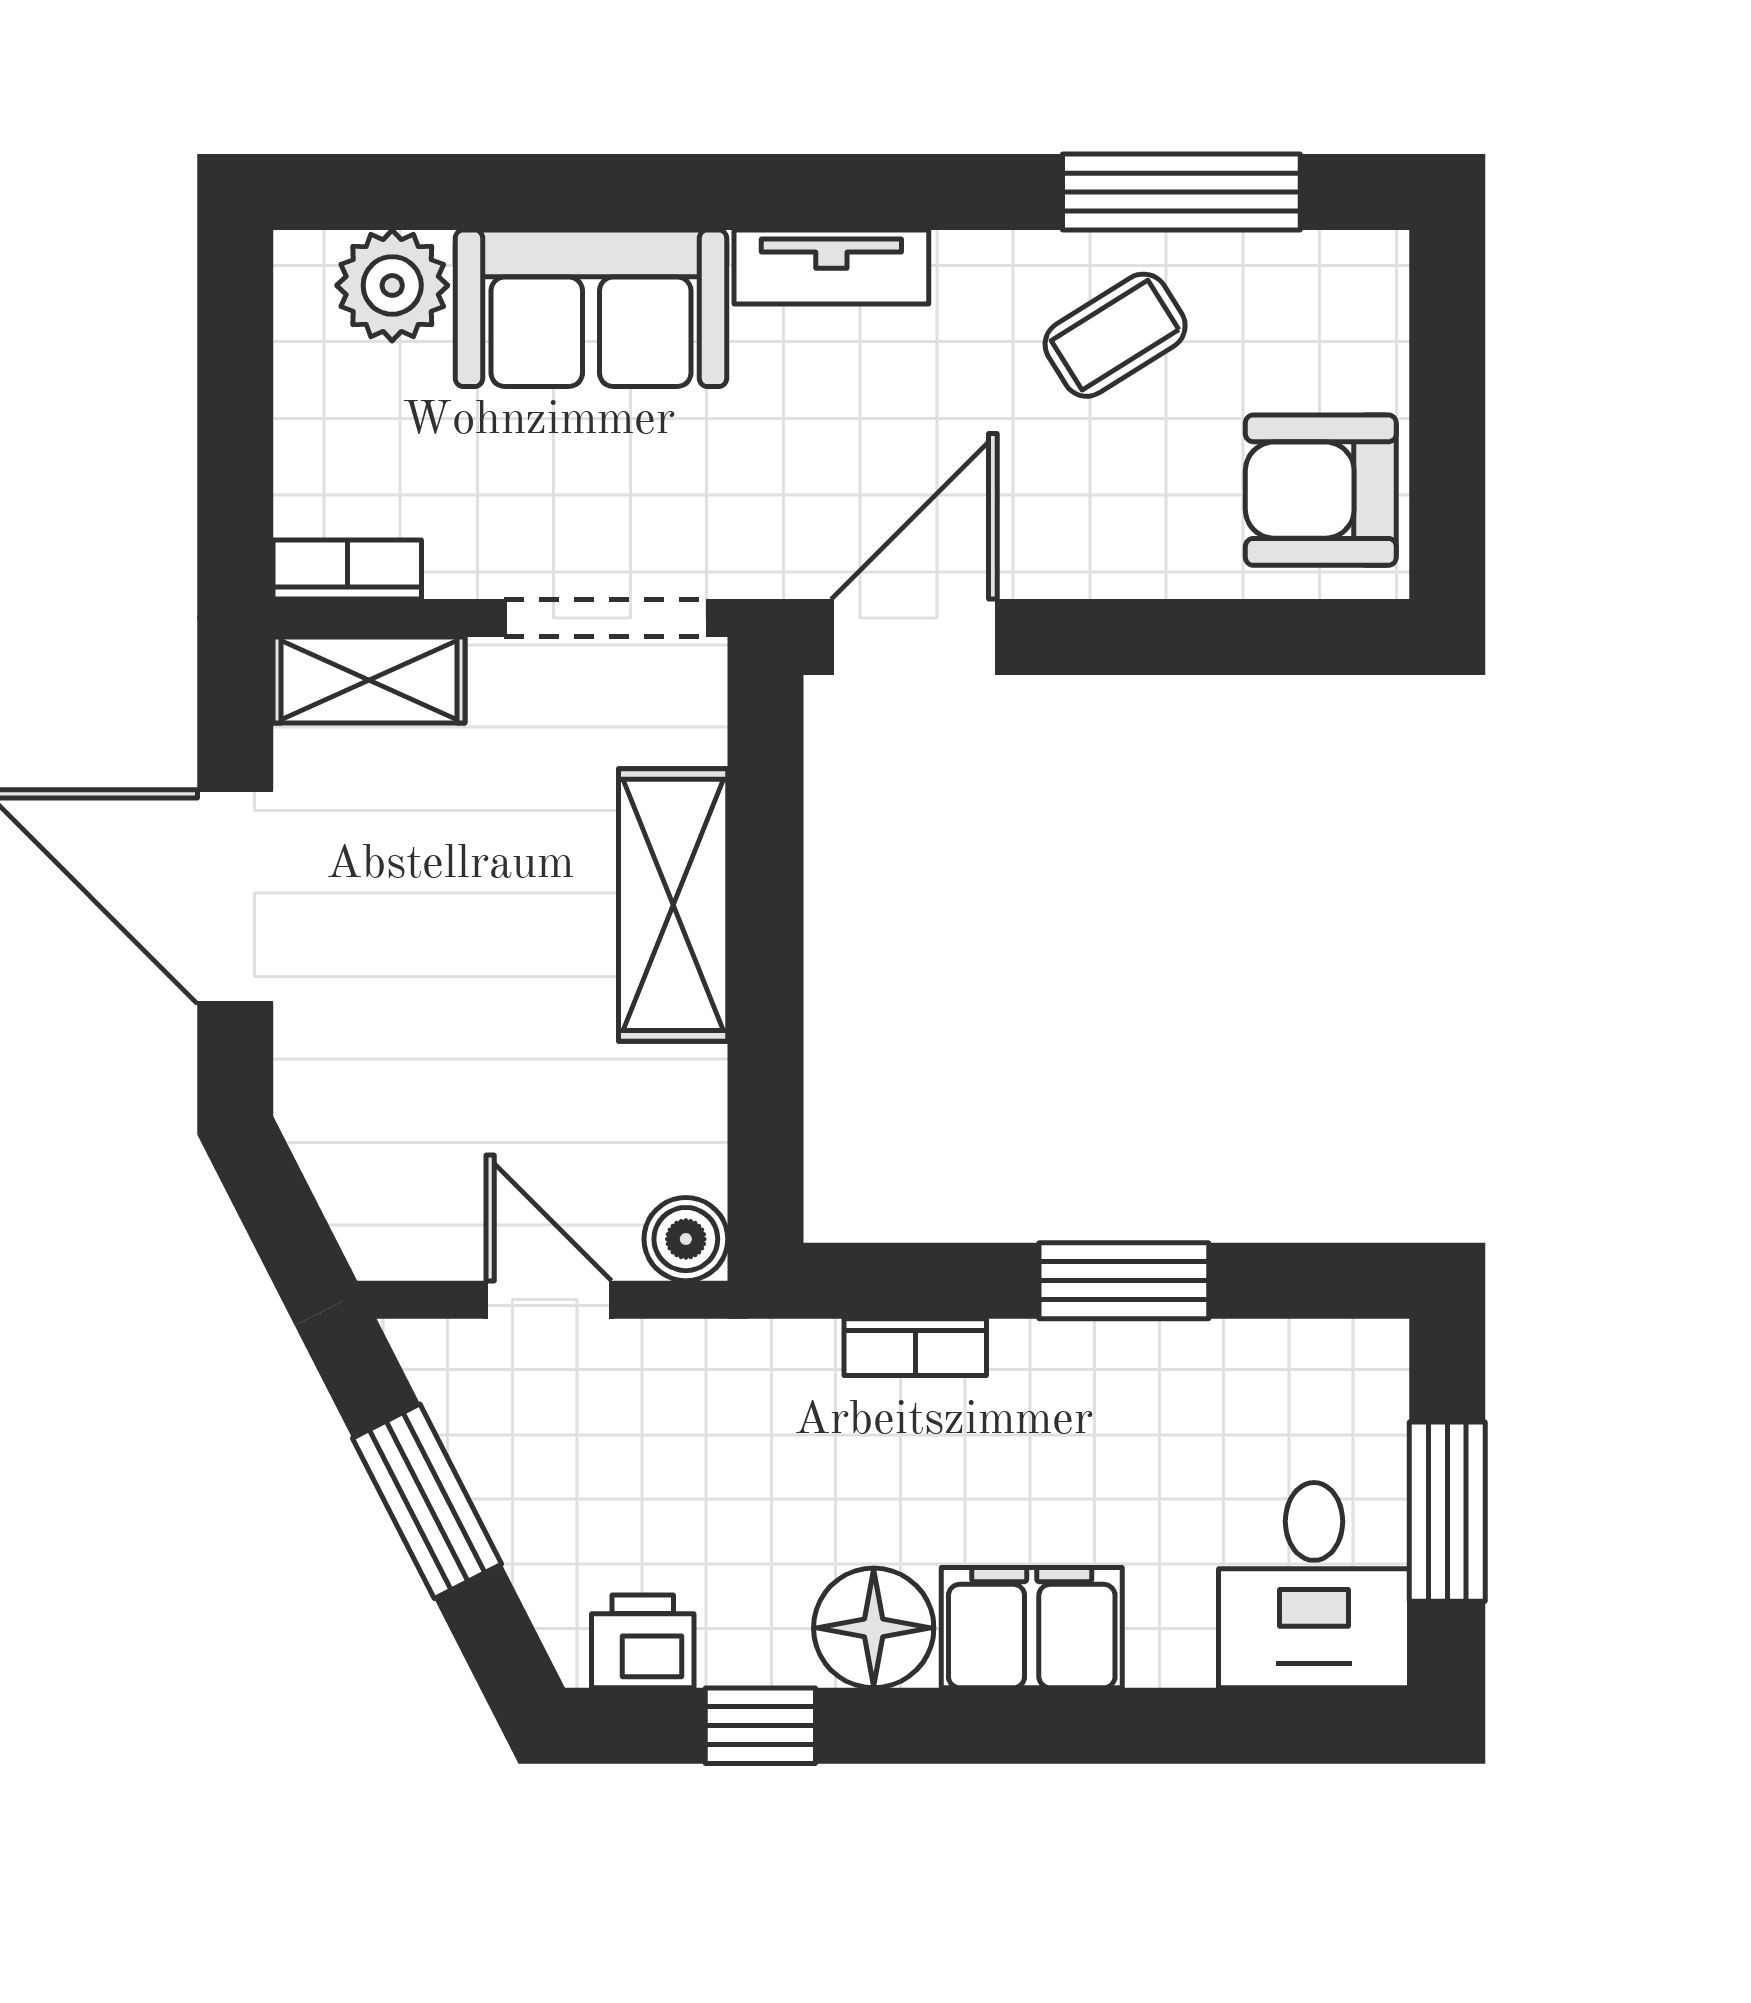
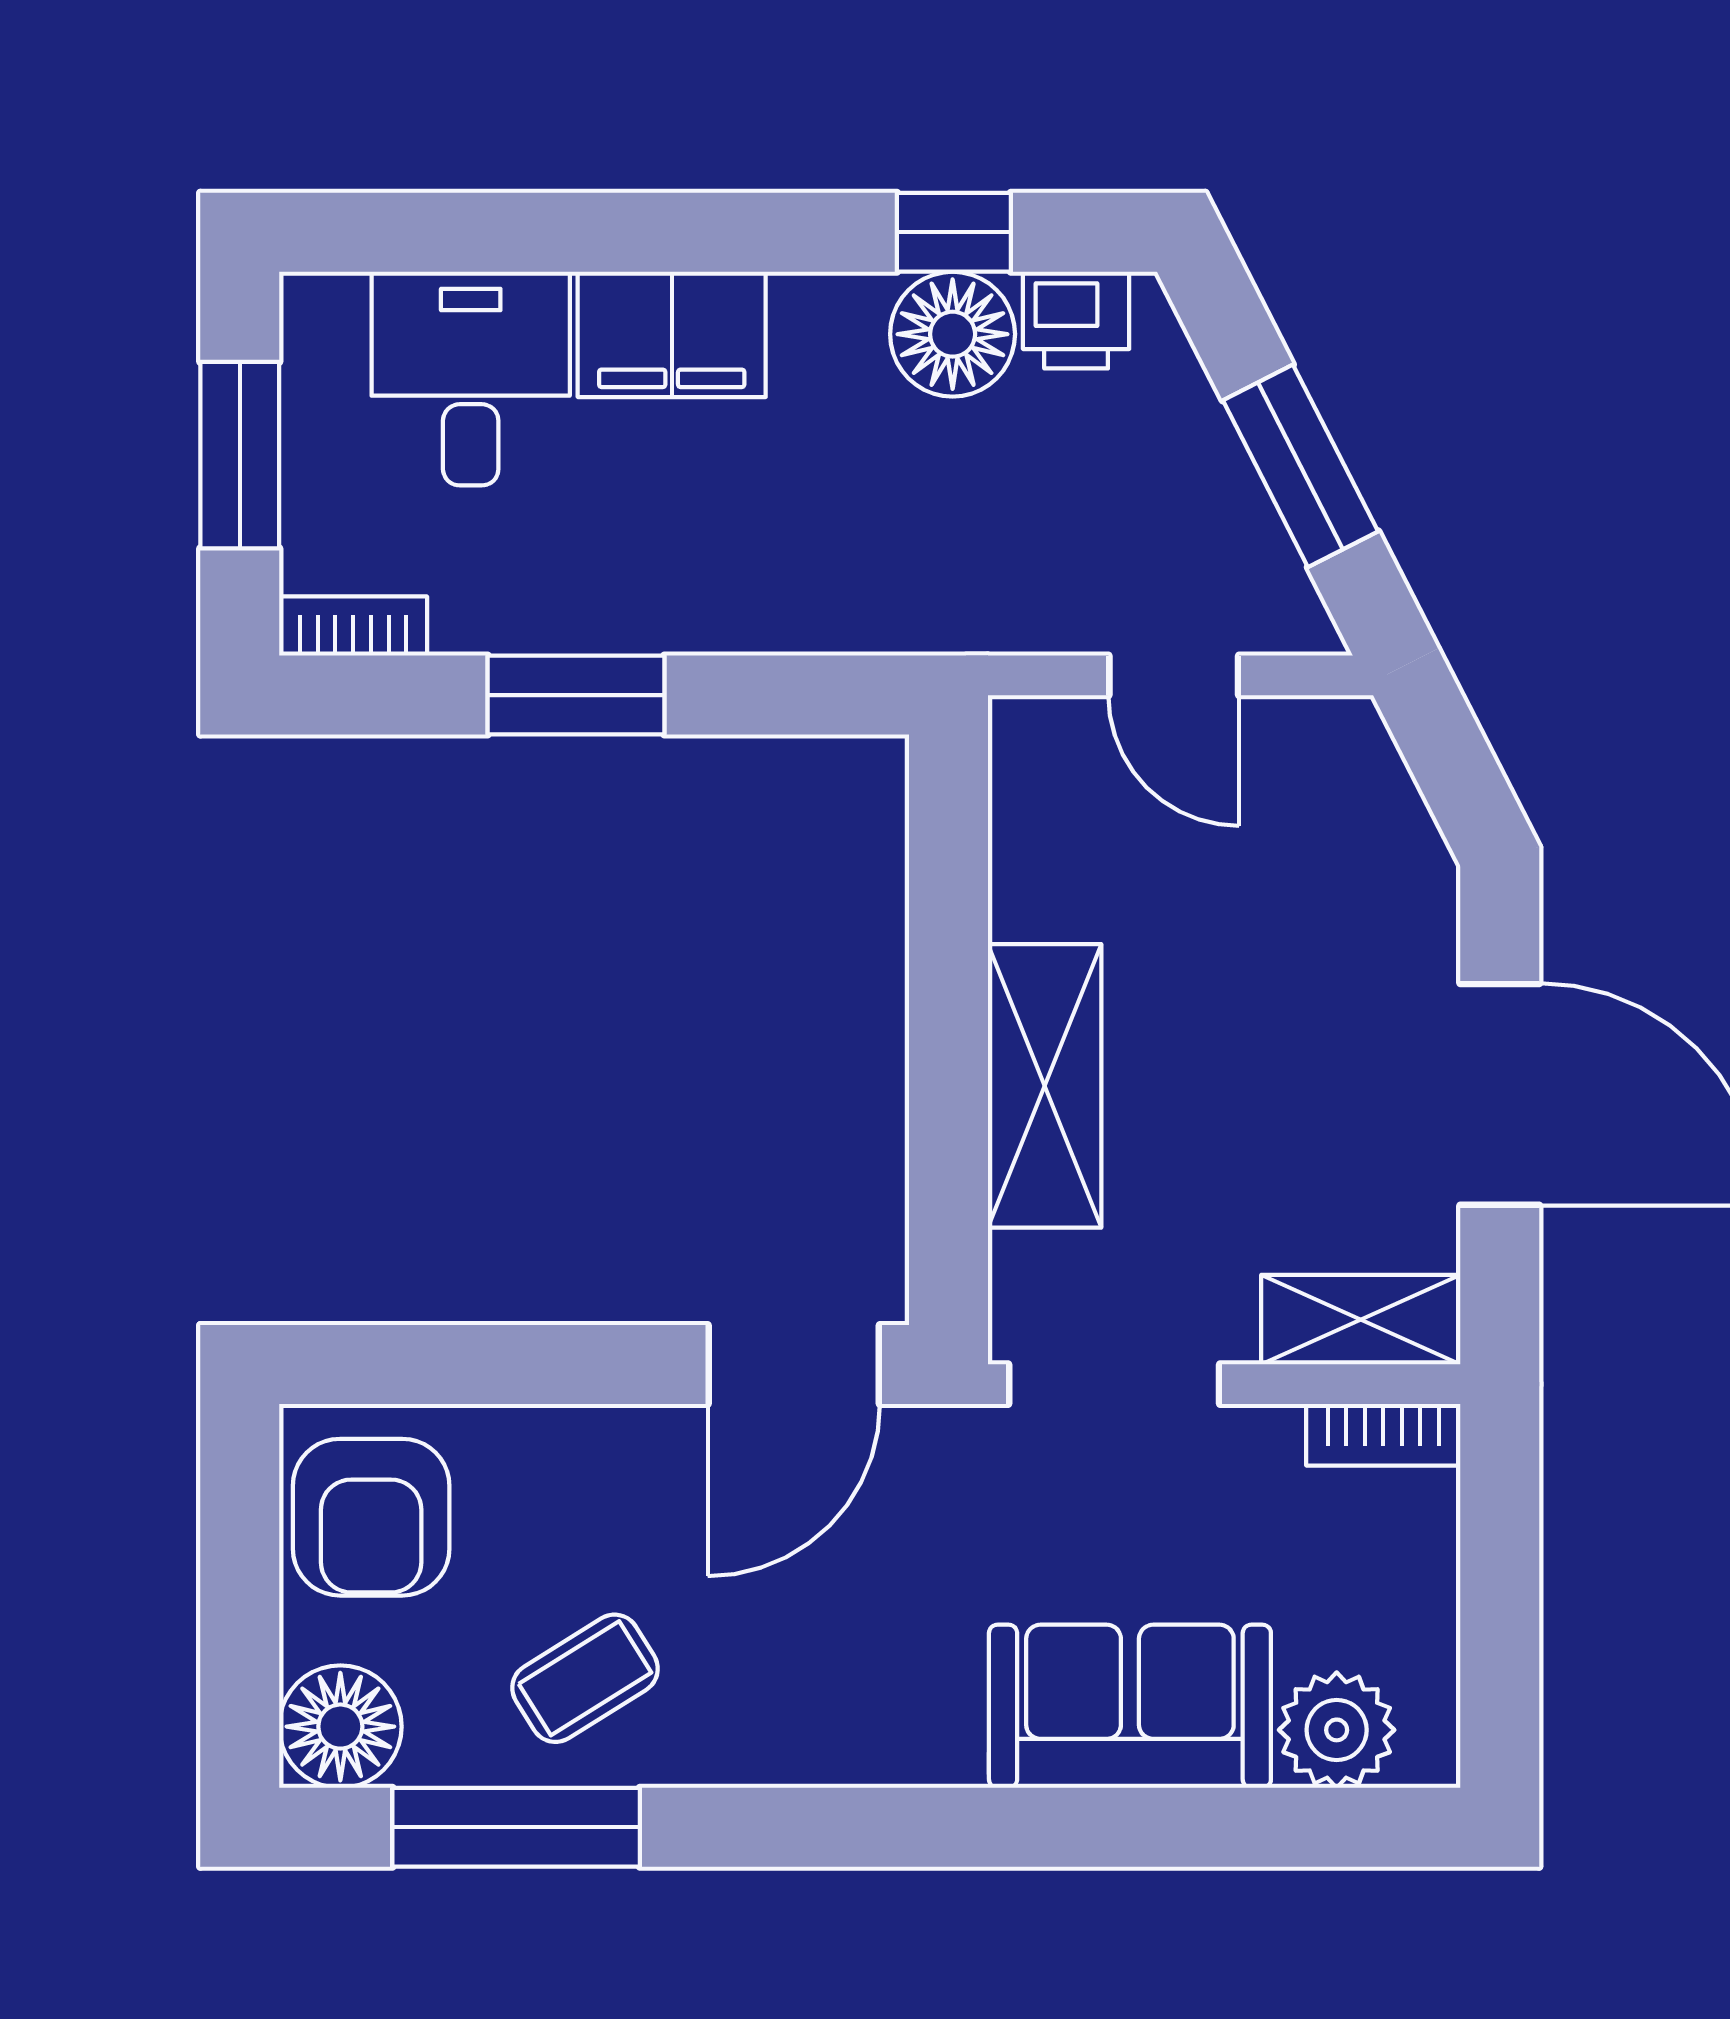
tv unit: (831, 267) -> (880, 1749), removed
floor lamp: (1350, 289) -> (340, 1727), added
armchair: (1321, 490) -> (371, 1517), turned 90
boiler: (686, 1239) -> (1031, 738), removed
bookcase: (915, 1347) -> (353, 626), moved
desk: (1314, 1585) -> (471, 379), moved
floor lamp: (874, 1628) -> (953, 334), moved

